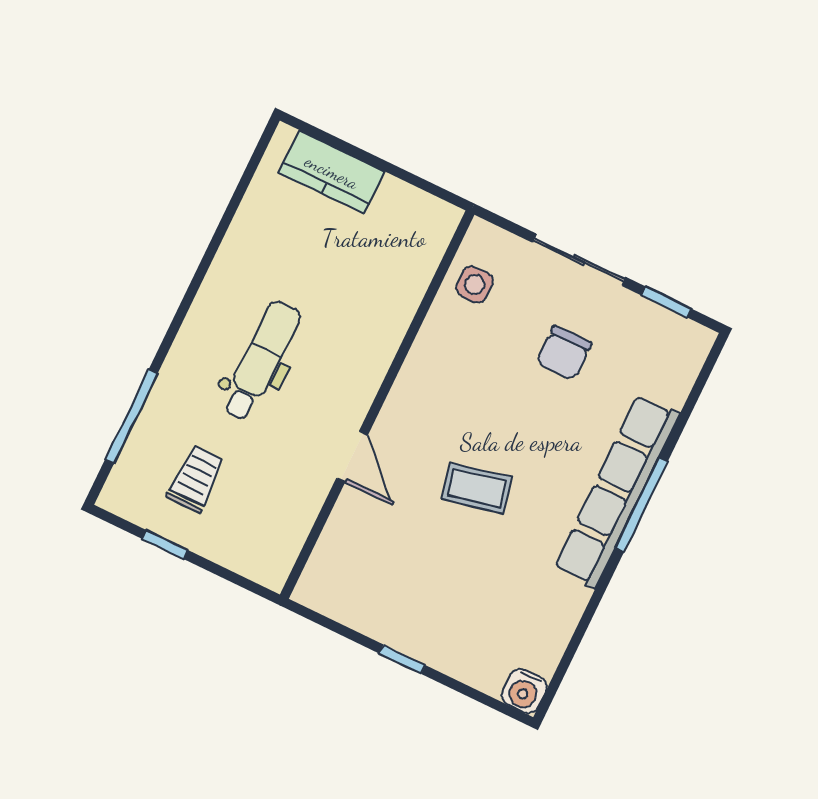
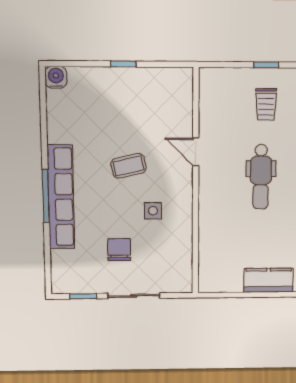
side table: (475, 285) -> (153, 211), moved

